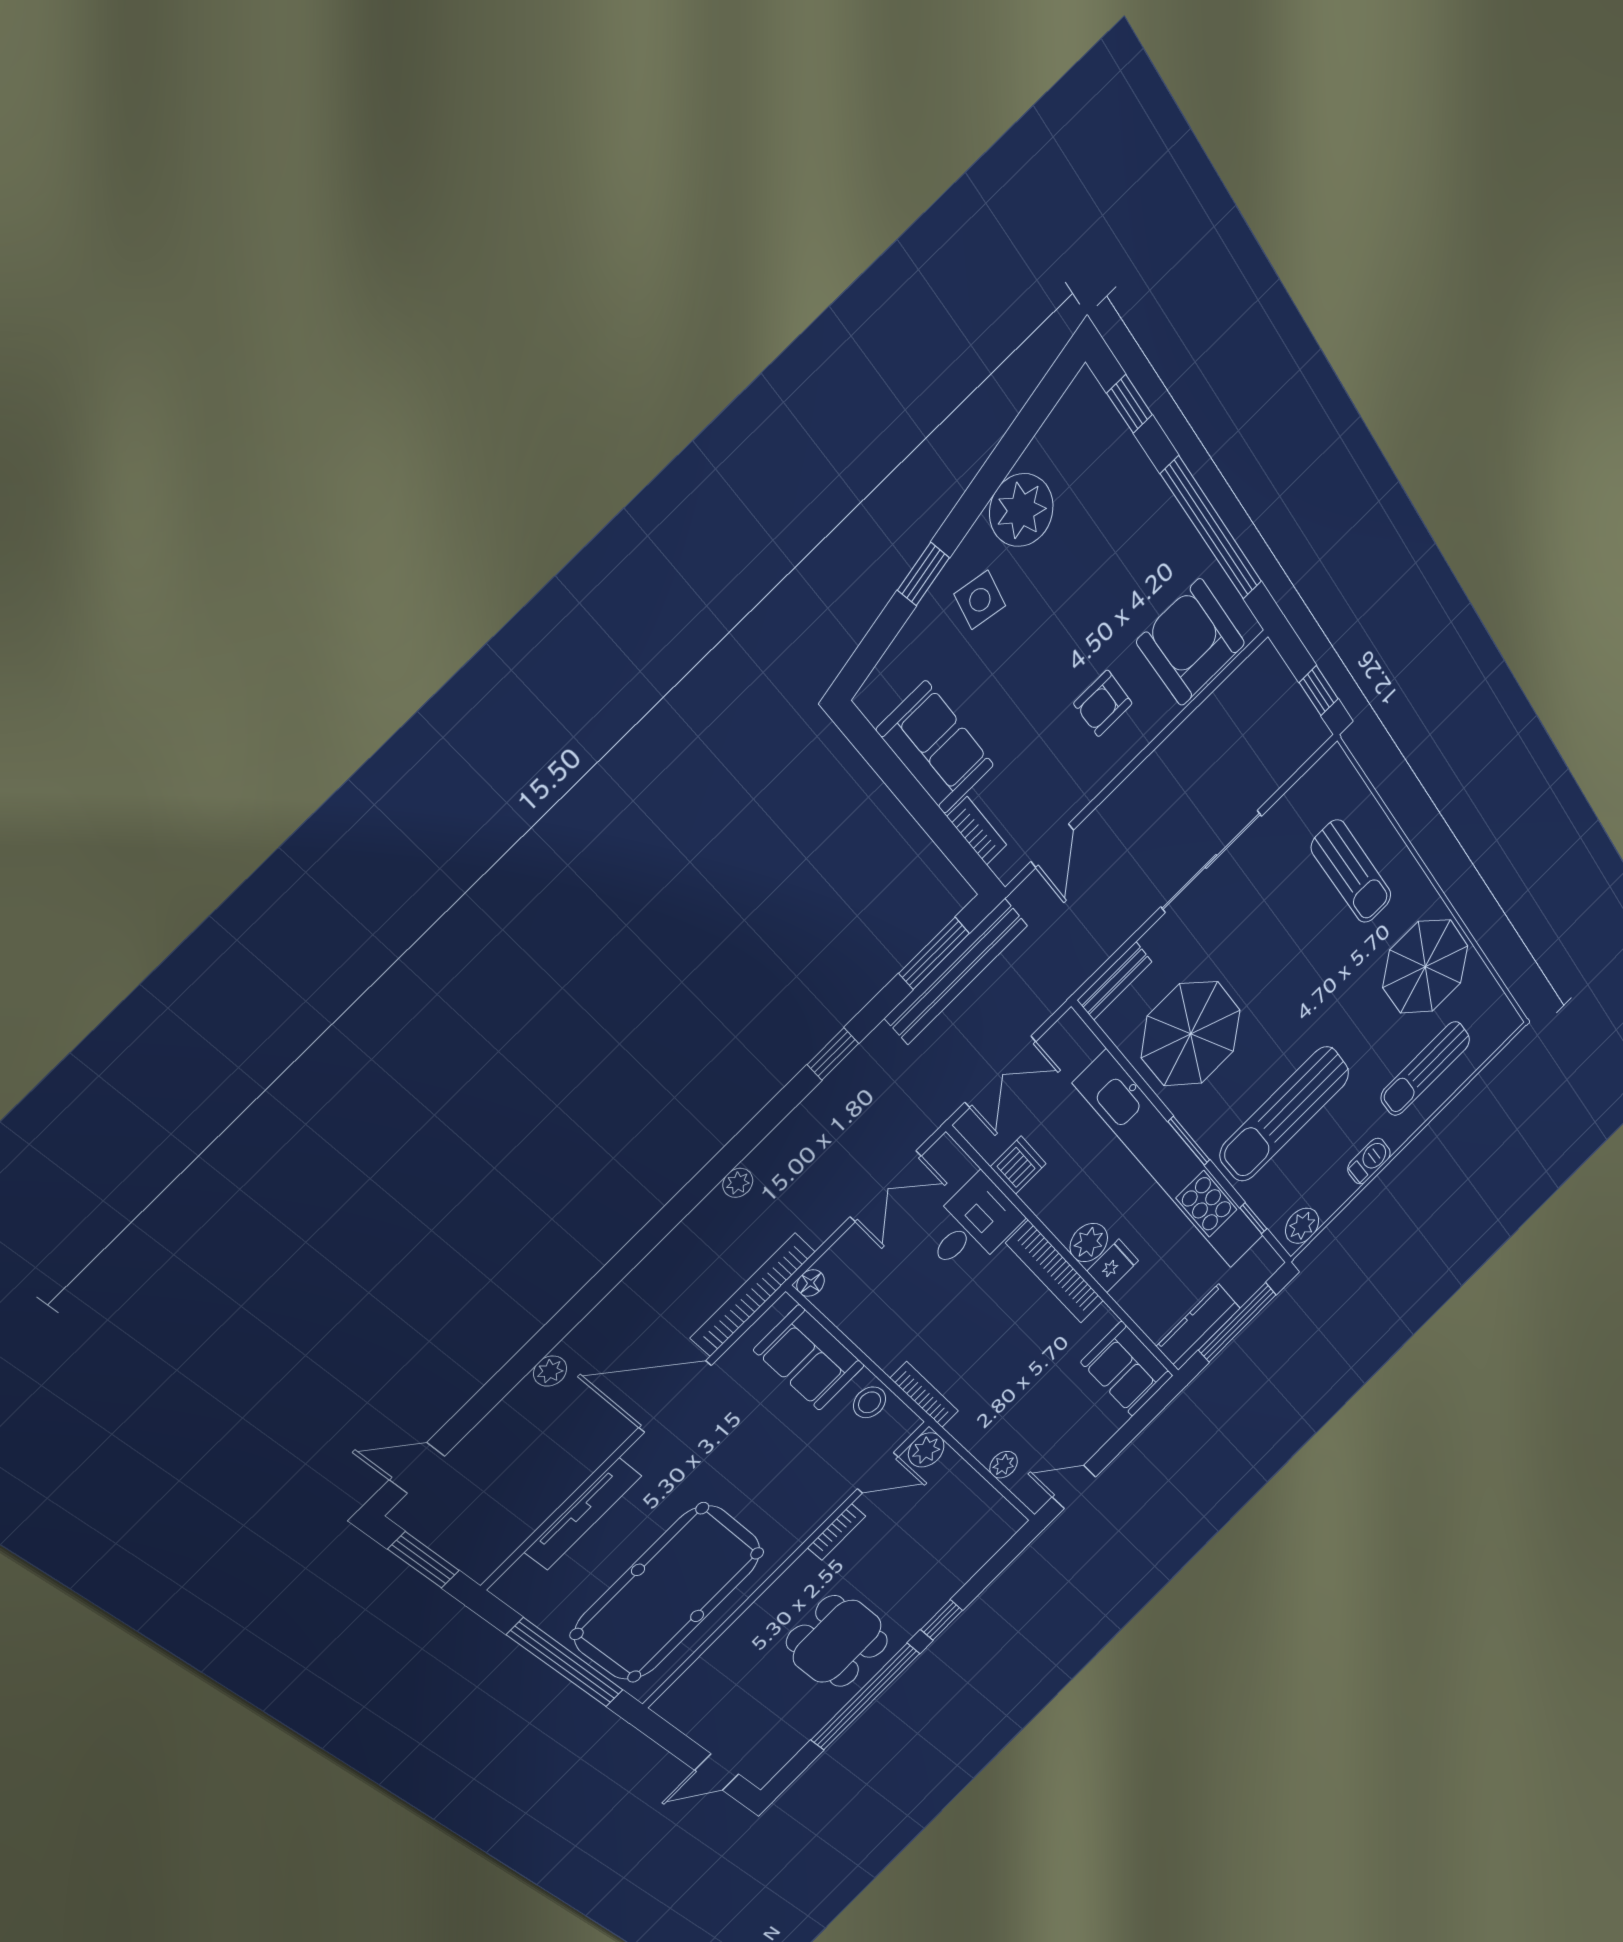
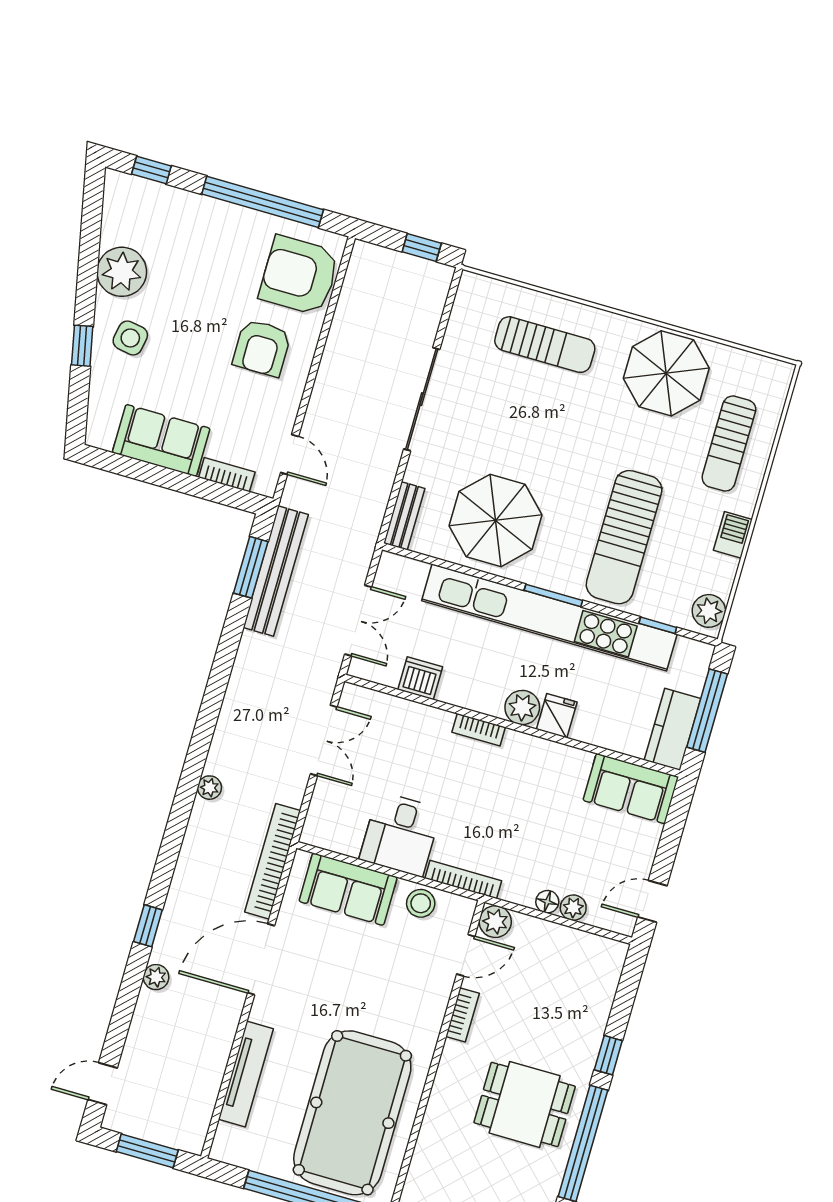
armchair: (1103, 703) -> (262, 348), width x1.38, depth x1.38
window: (833, 1054) -> (148, 926), moved
desk: (972, 1226) -> (400, 834), moved, turned 180
bookcase: (1055, 1272) -> (479, 730), width x0.43, depth x0.76
floor lamp: (811, 1283) -> (547, 902), moved

